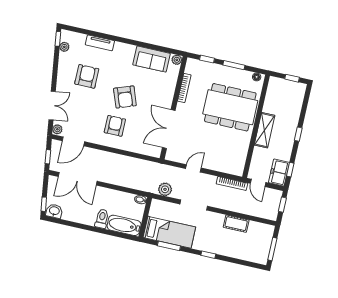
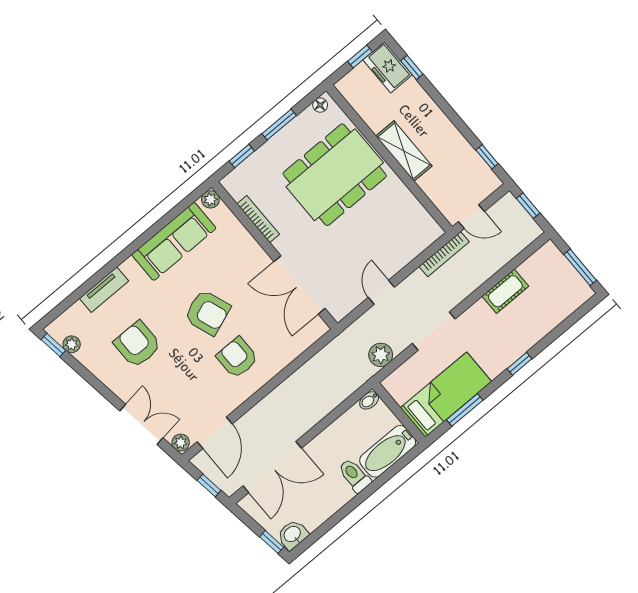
sofa: (151, 59) -> (174, 241), width x1.36
window: (298, 134) -> (412, 67), moved
freezer: (279, 173) -> (388, 67), moved

